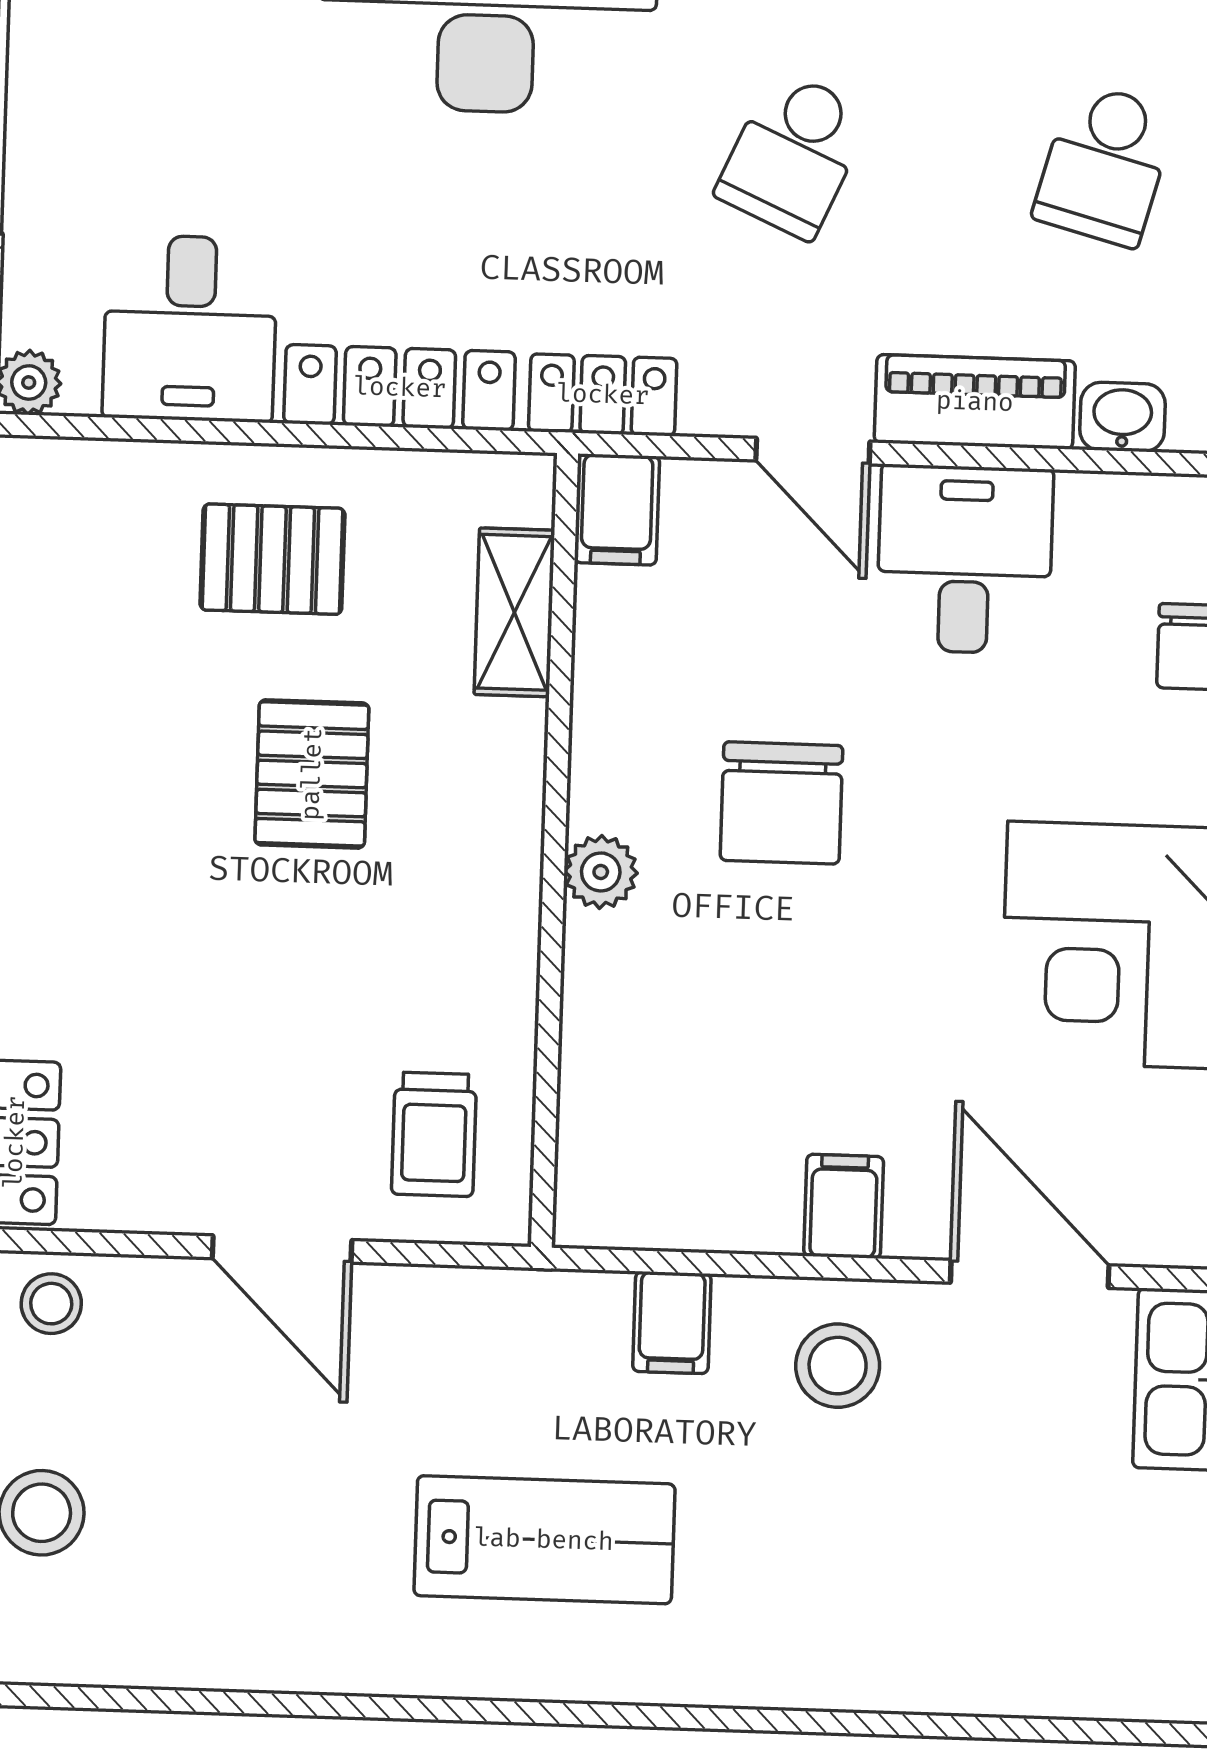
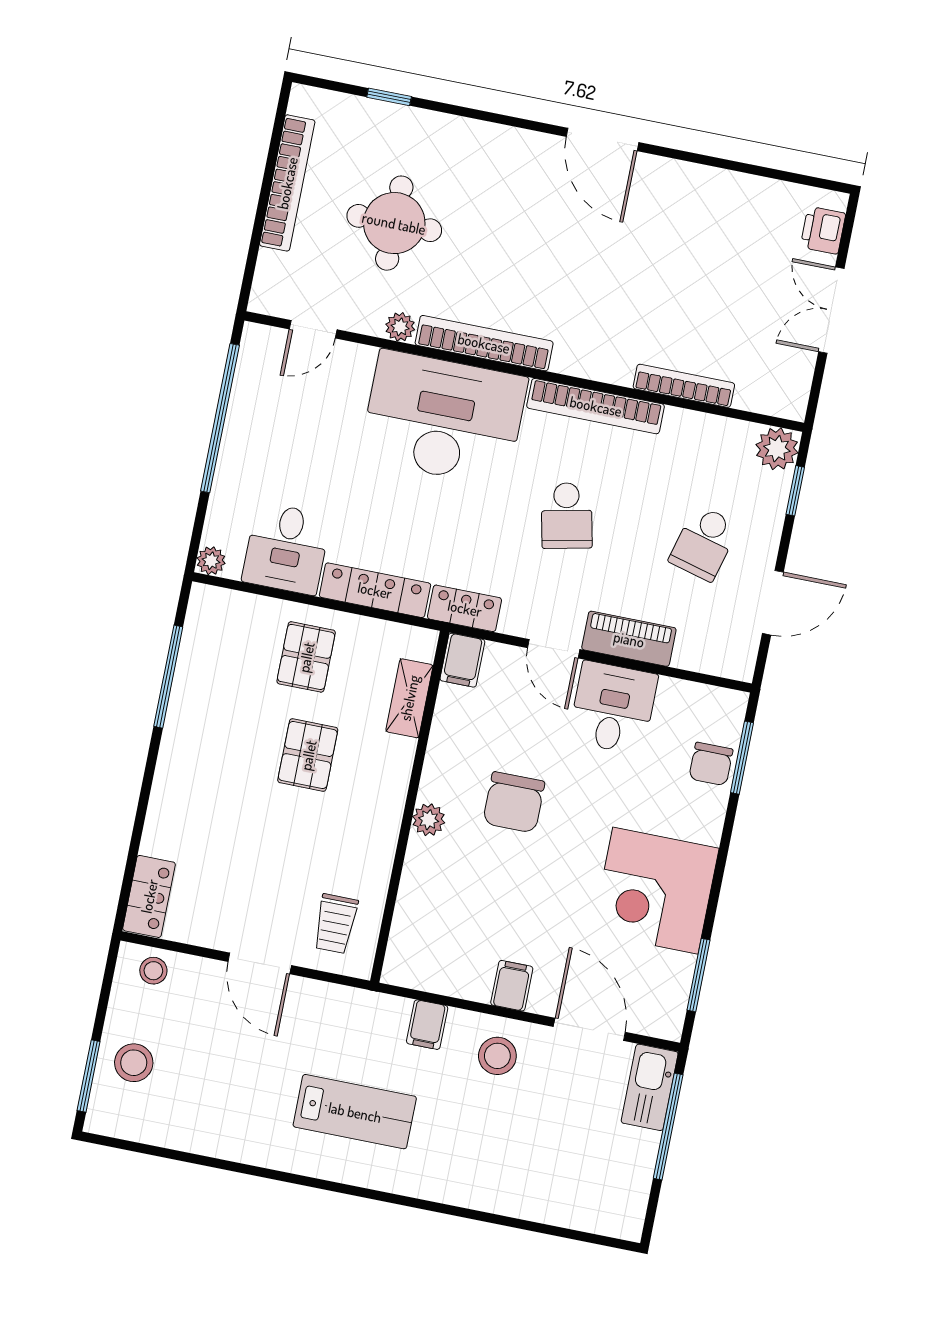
school desk: (793, 154) -> (567, 516), turned -36
washbasin: (1123, 417) -> (693, 656), removed
pallet: (272, 559) -> (306, 657), turned 90

